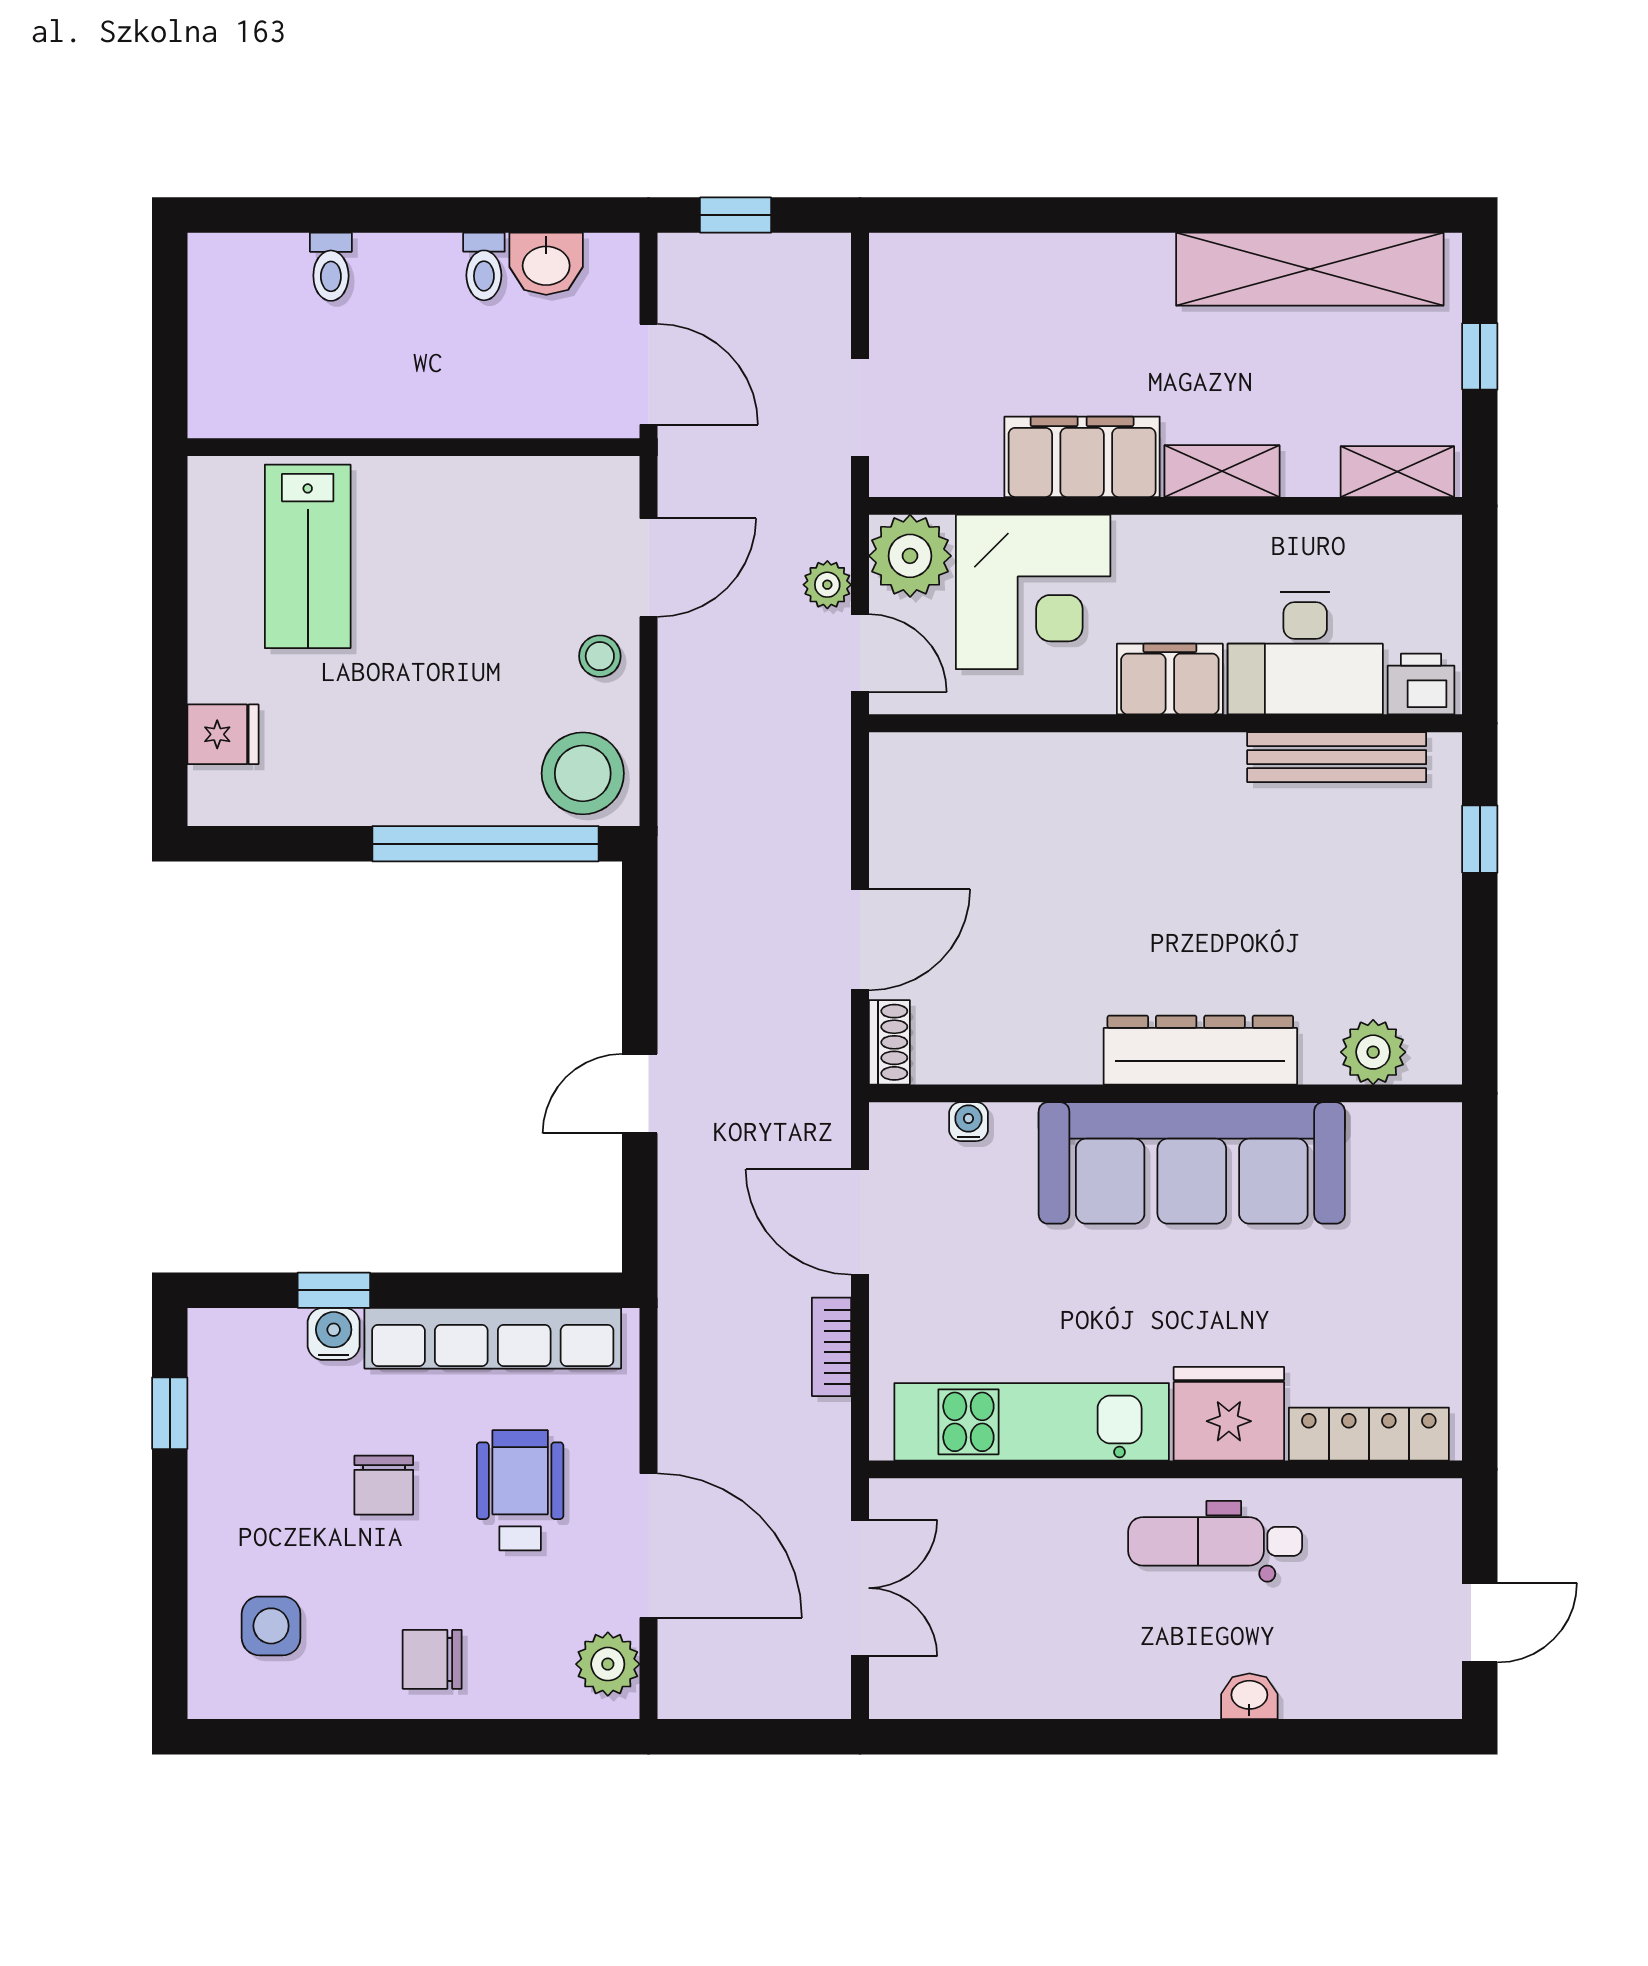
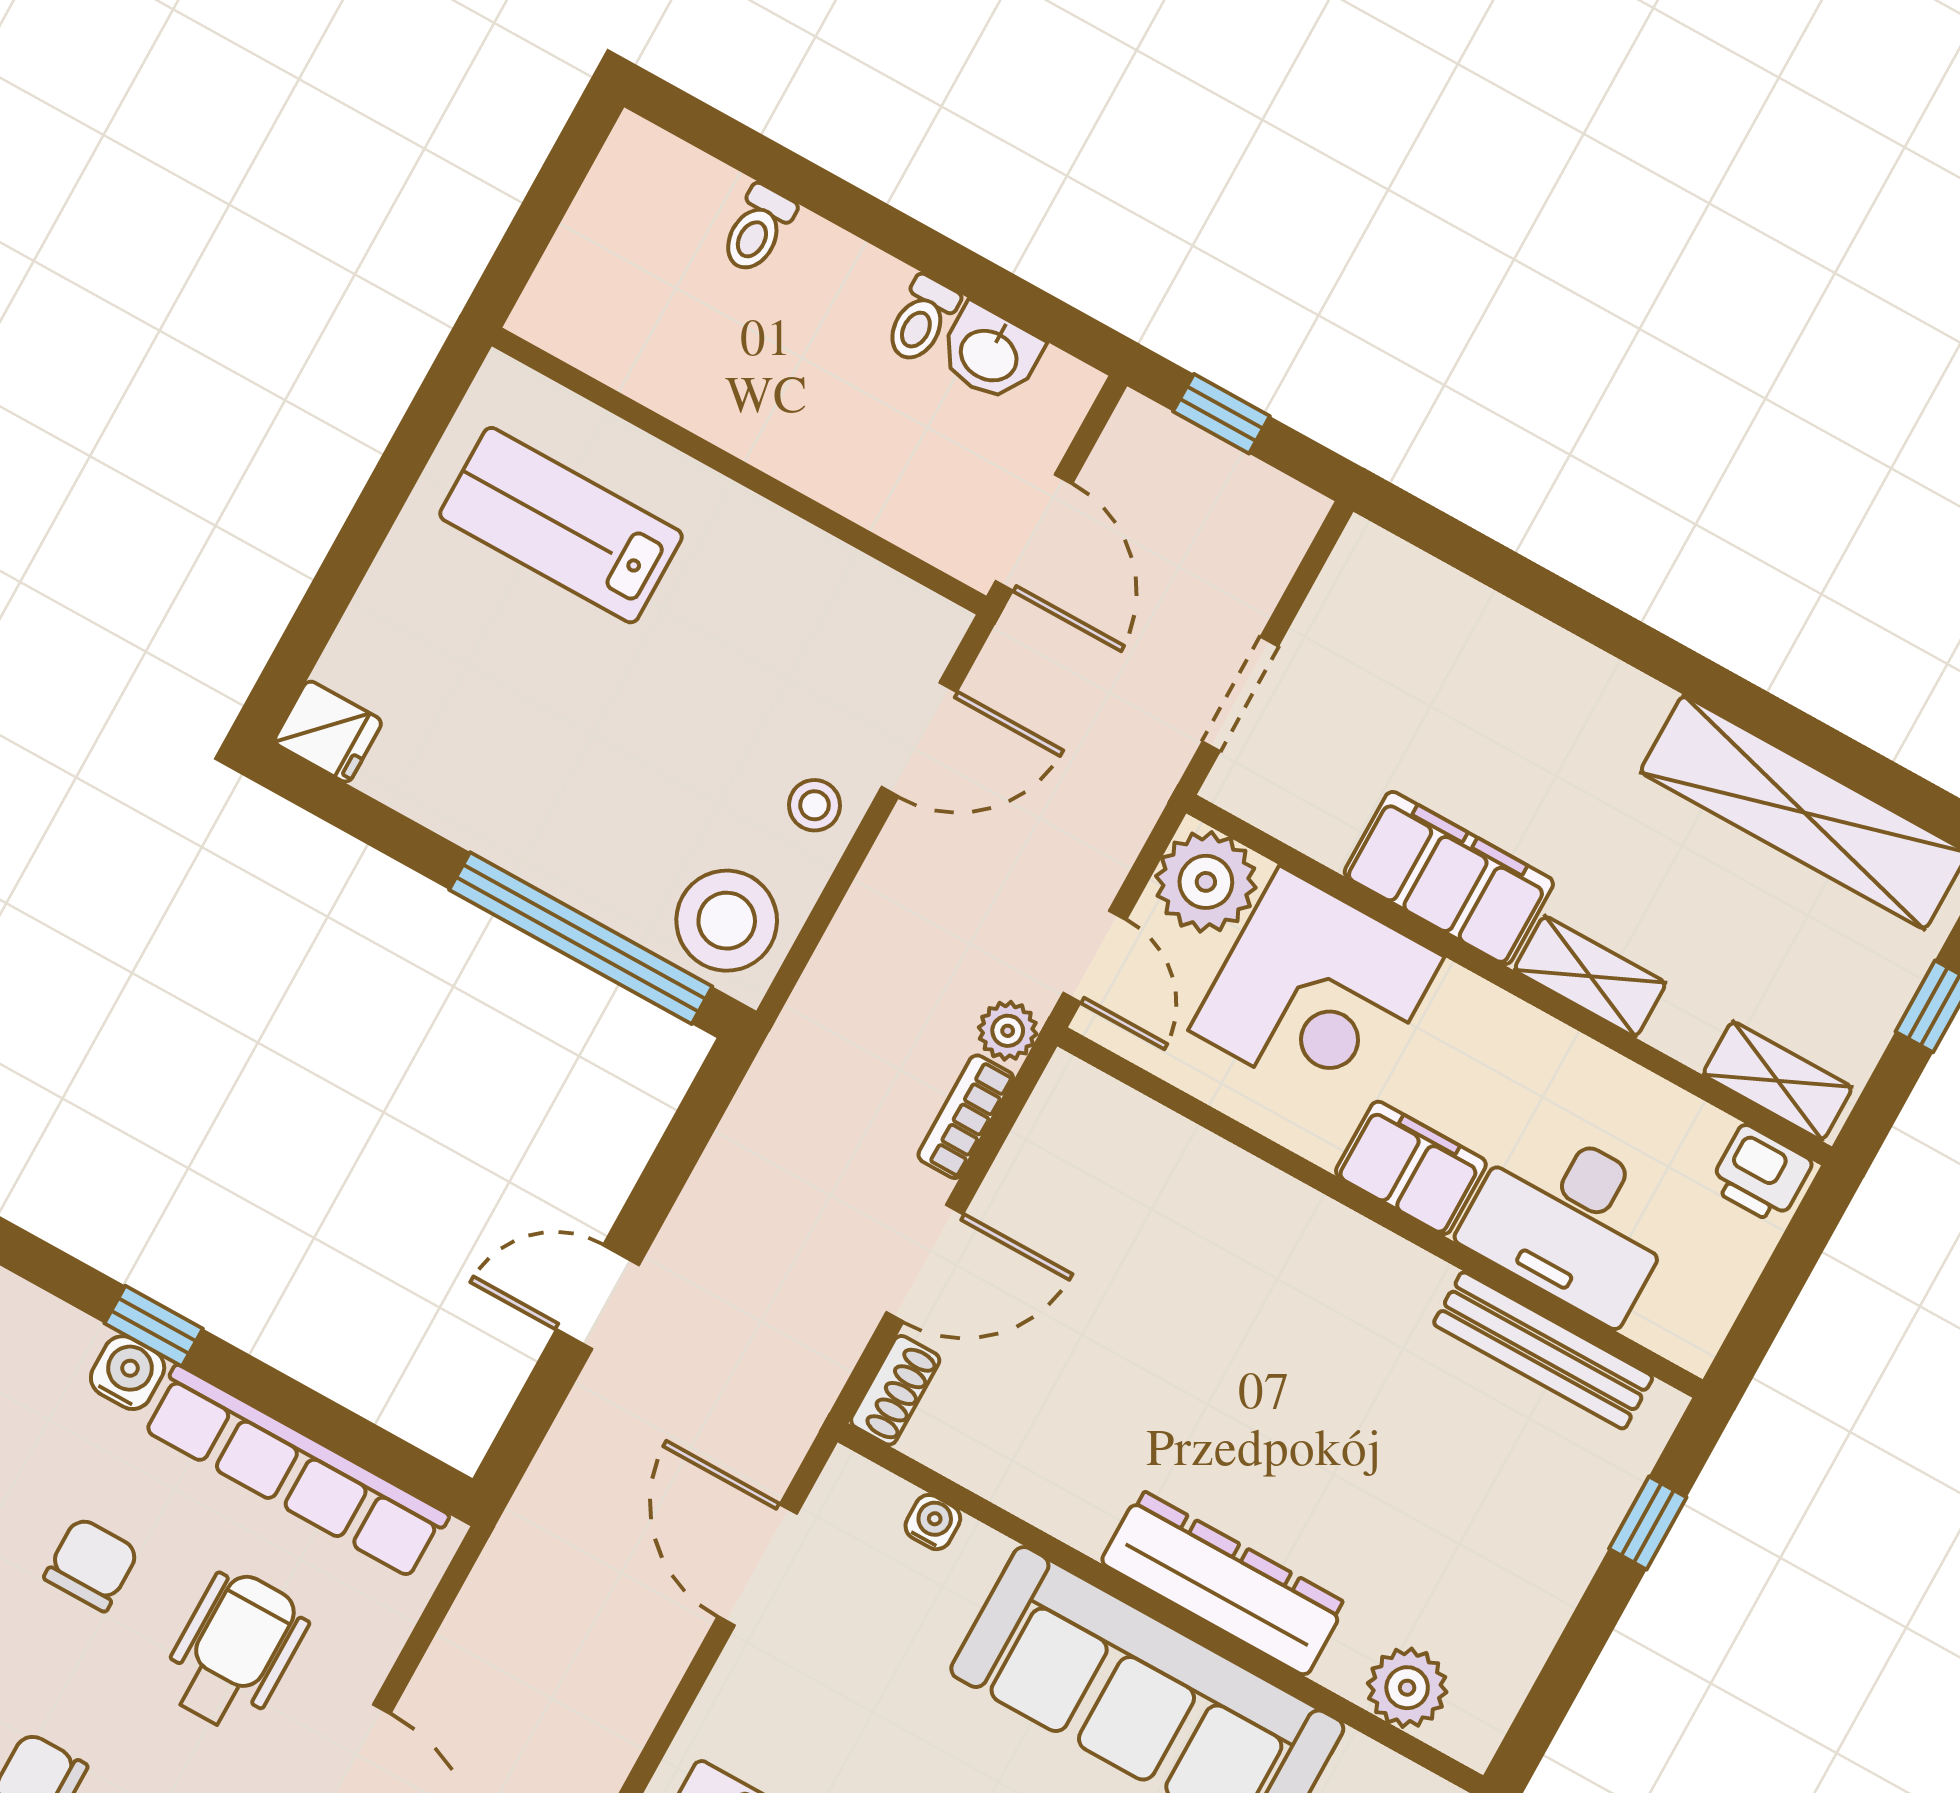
lab bench: (308, 556) -> (561, 525), turned 90
plant: (827, 585) -> (1008, 1031), moved
printer: (1421, 684) -> (1761, 1174), moved, turned 180
fridge: (223, 734) -> (328, 732), moved
bookcase: (831, 1347) -> (966, 1117), moved
chair: (384, 1485) -> (91, 1564), turned 180

